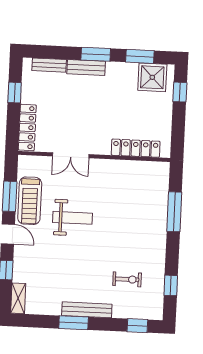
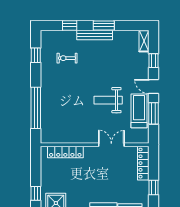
window: (174, 212) -> (36, 108), width x1.46
window: (137, 326) -> (70, 25), moved

